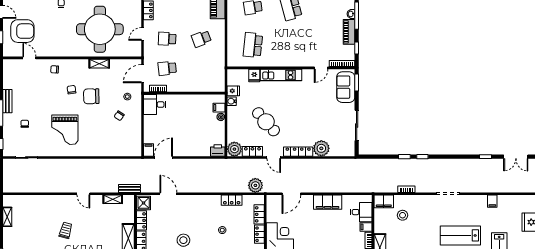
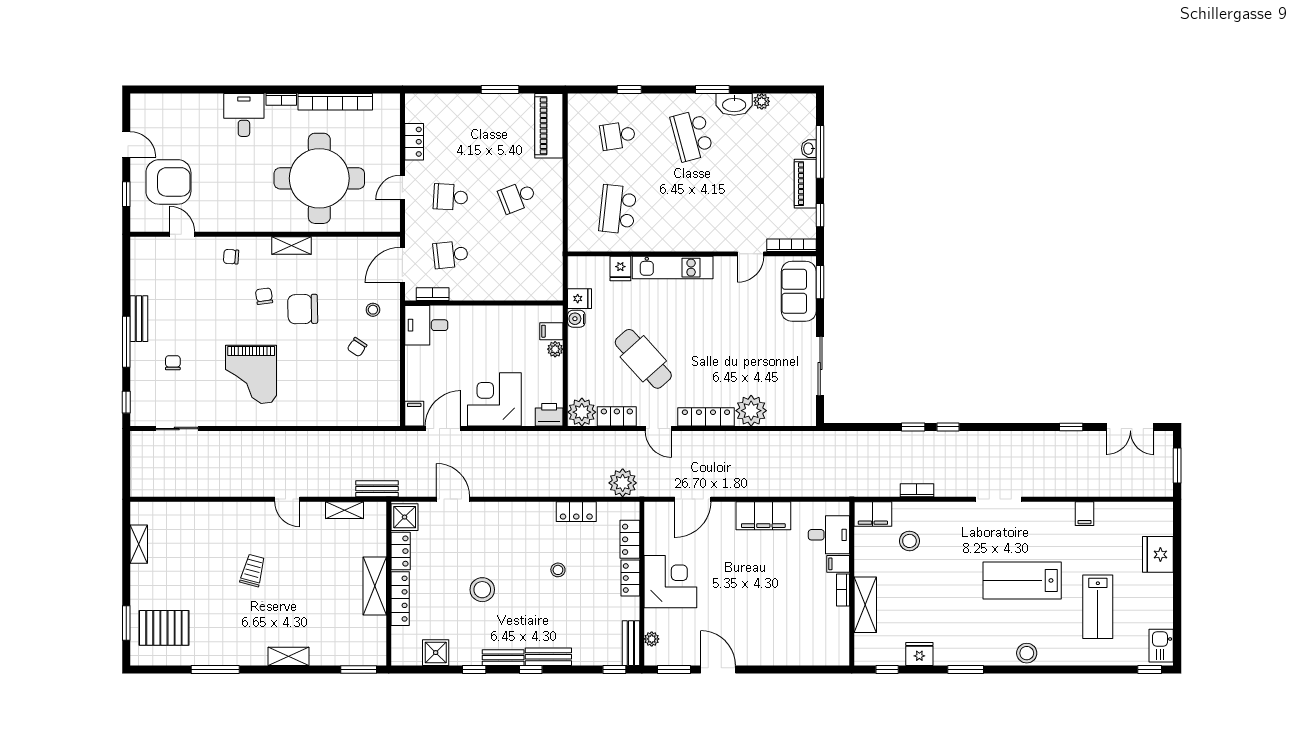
shelving: (99, 64) -> (291, 245), moved
corner desk: (190, 143) -> (494, 399), added

